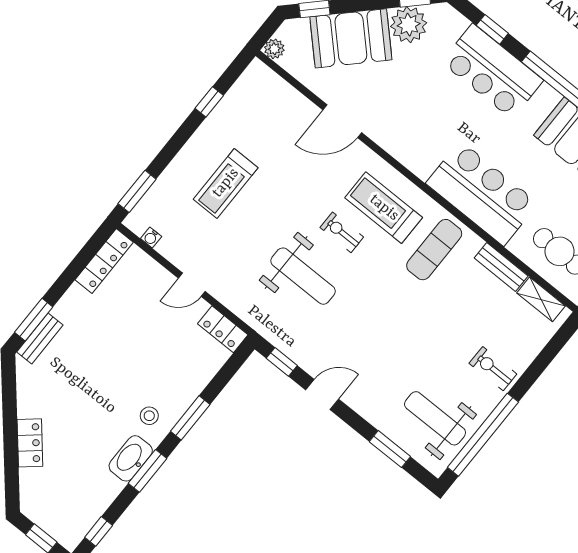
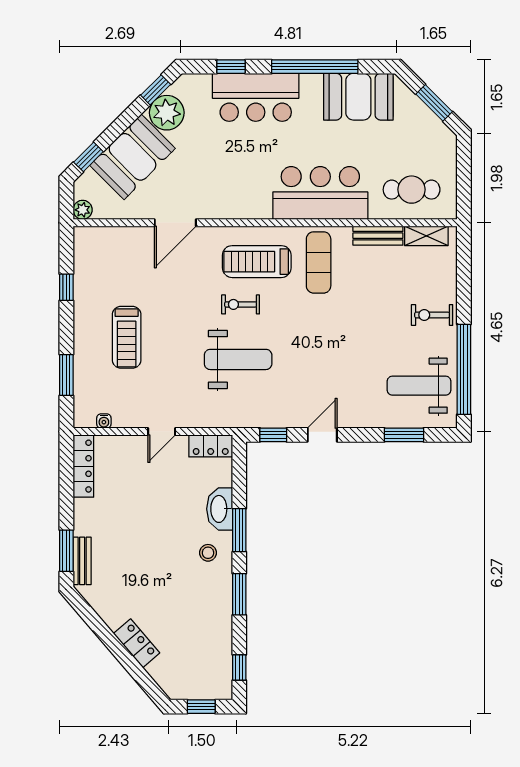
window: (137, 191) -> (66, 375), moved
washbasin: (131, 458) -> (220, 509), moved

